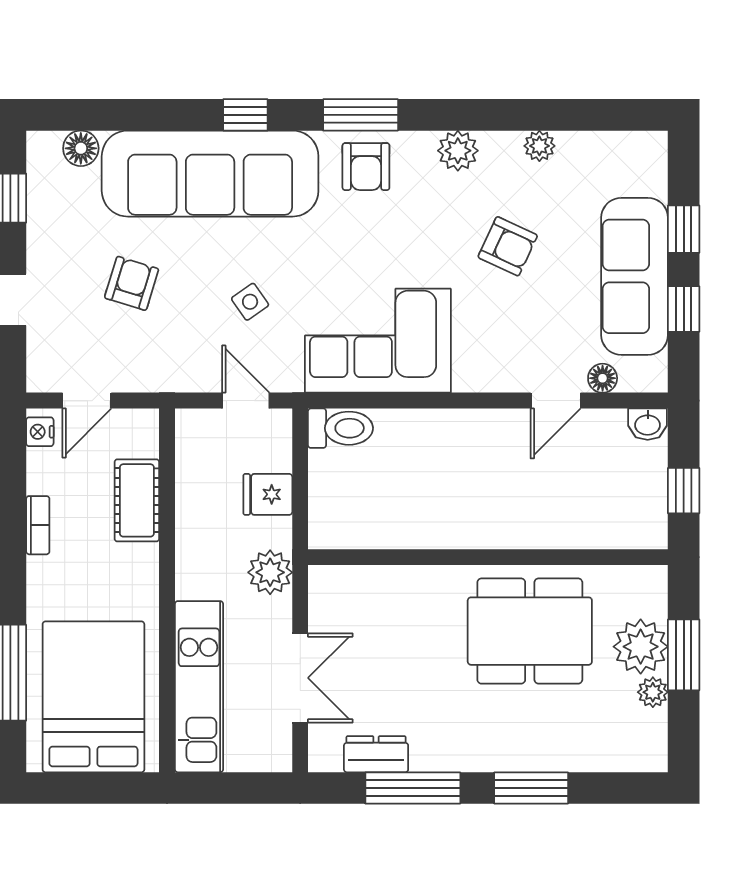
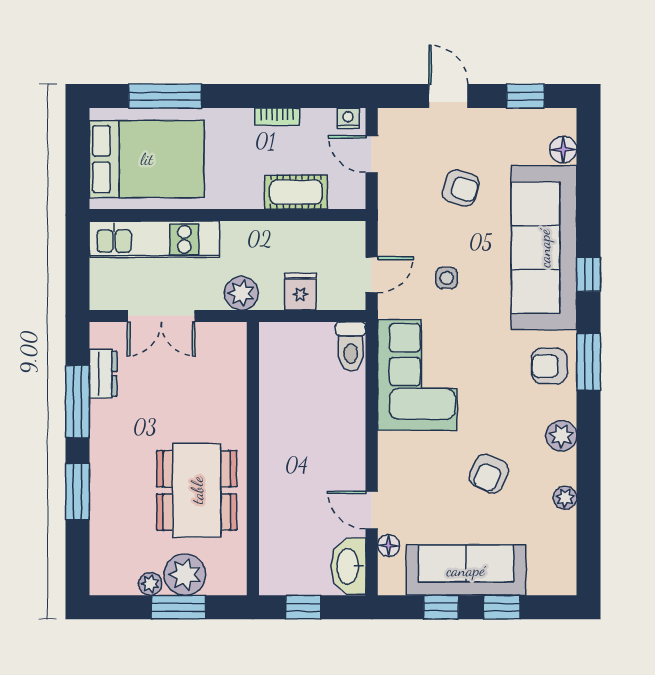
side table: (250, 302) -> (447, 278), turned 35
washbasin: (648, 424) -> (348, 566), width x1.91, depth x1.45

